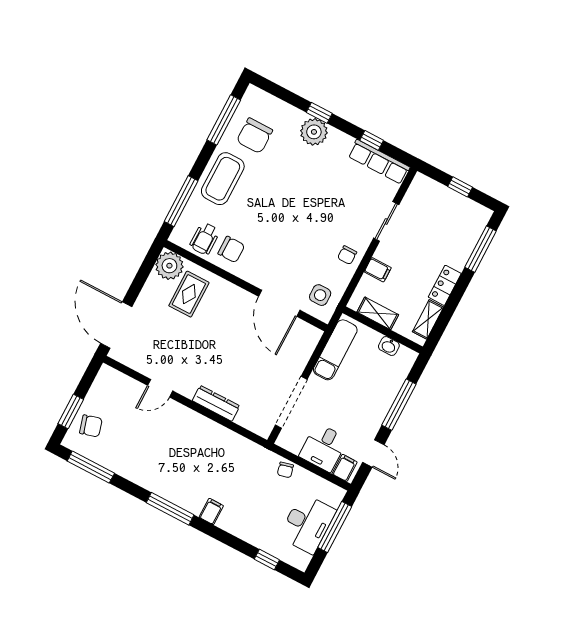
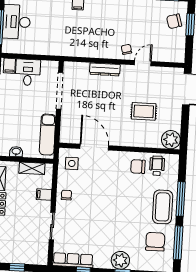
window: (181, 201) -> (181, 199), moved
rug: (189, 294) -> (144, 111), moved, turned 90
chair: (285, 470) -> (126, 49), moved

